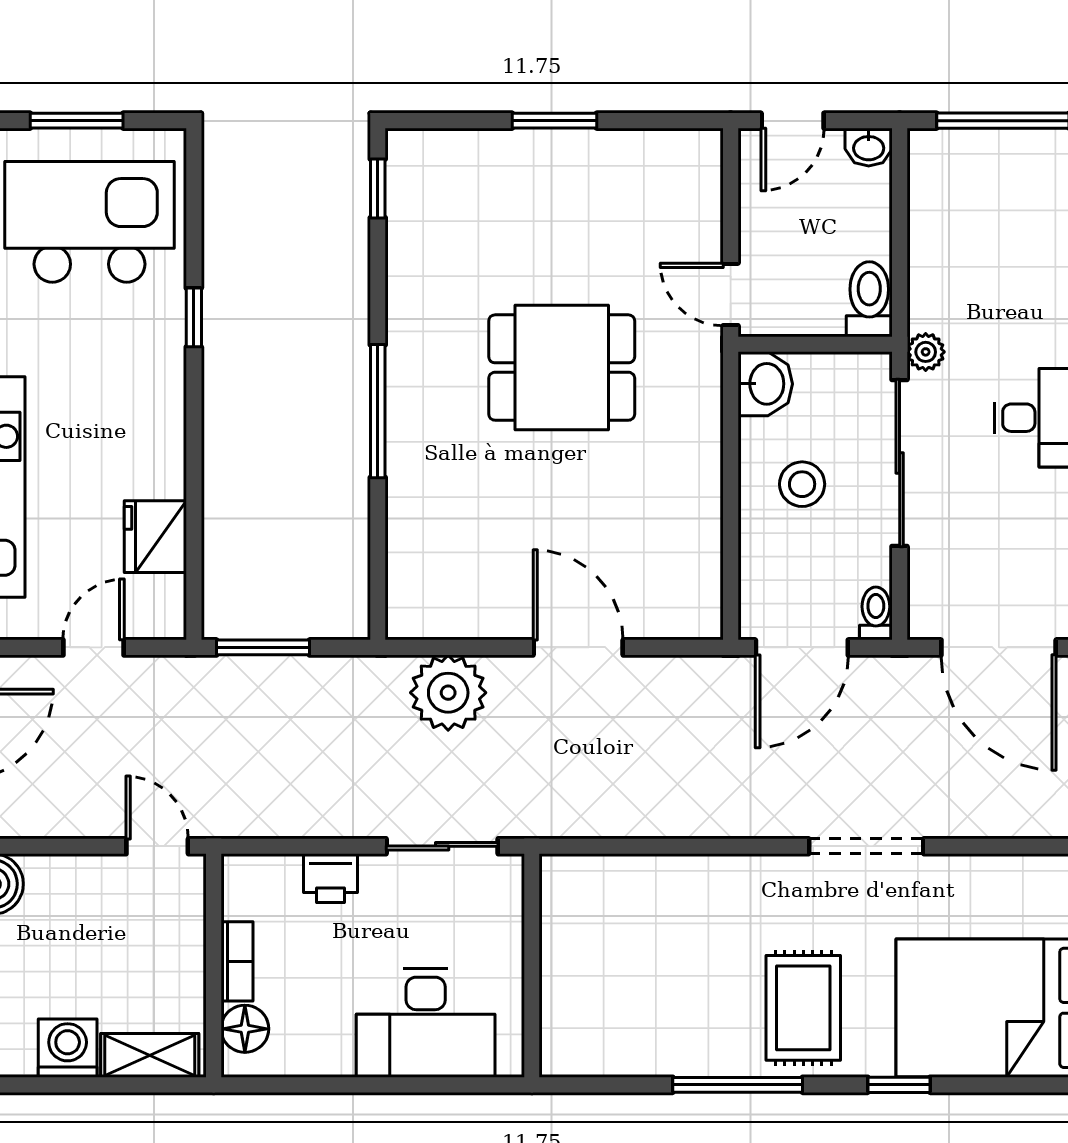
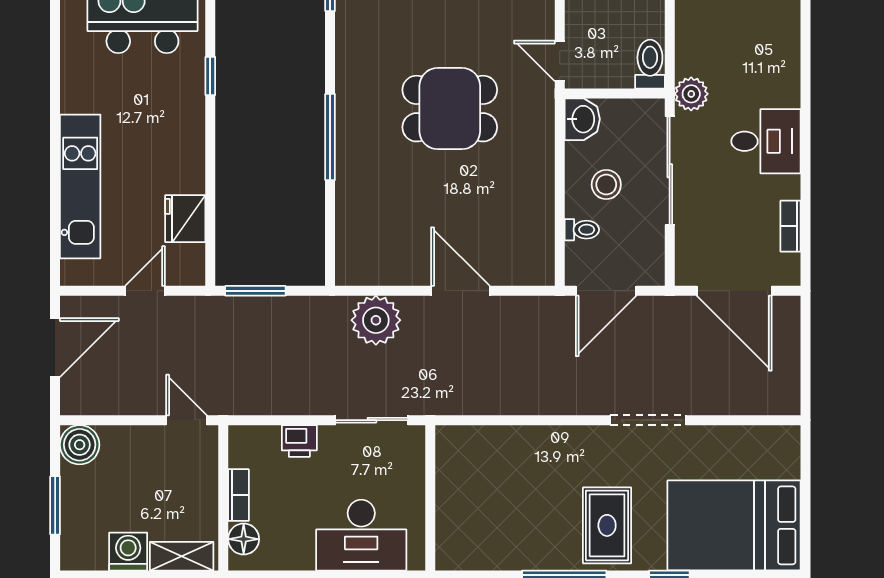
plant: (926, 352) -> (691, 94), width x1.38, depth x1.38
toilet: (876, 613) -> (582, 230), moved, turned 90

